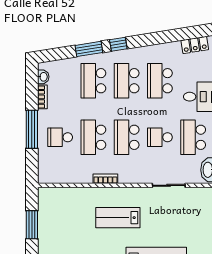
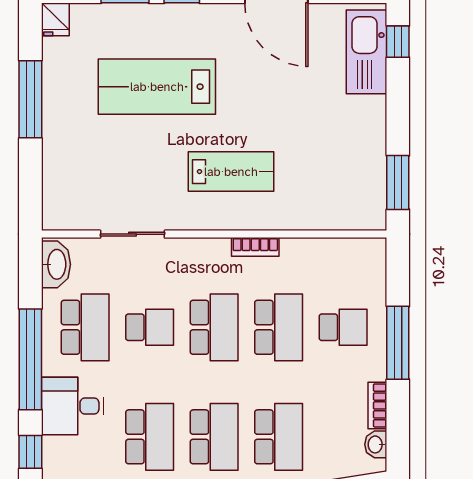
window: (32, 225) -> (398, 183), moved

